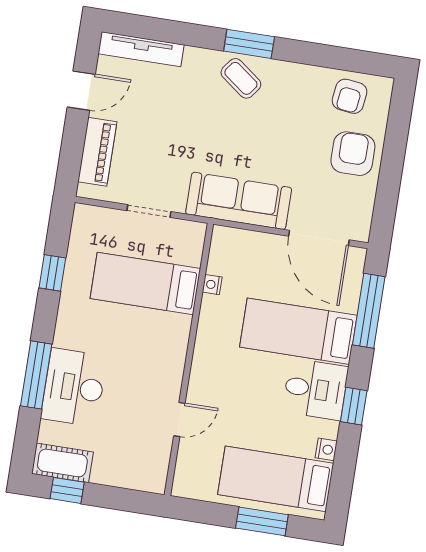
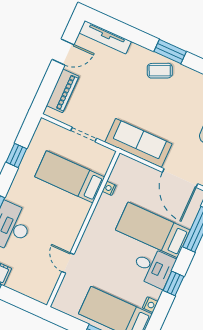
coffee table: (241, 78) -> (160, 71), turned -62
door: (179, 419) -> (68, 263), swing flipped

